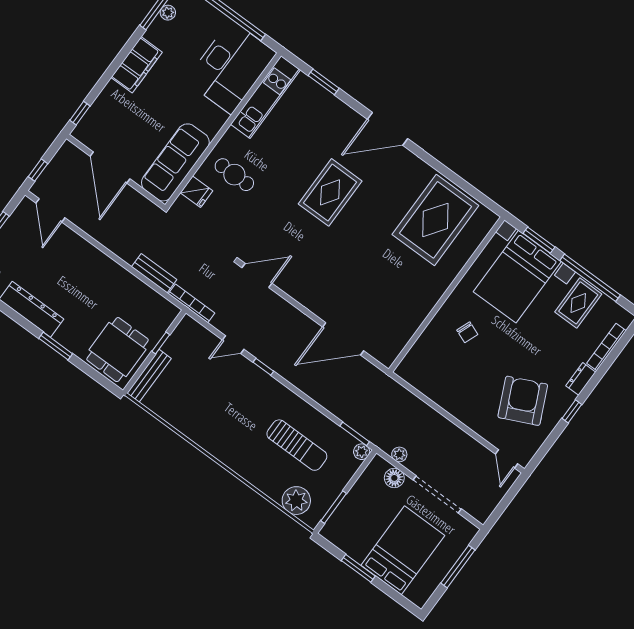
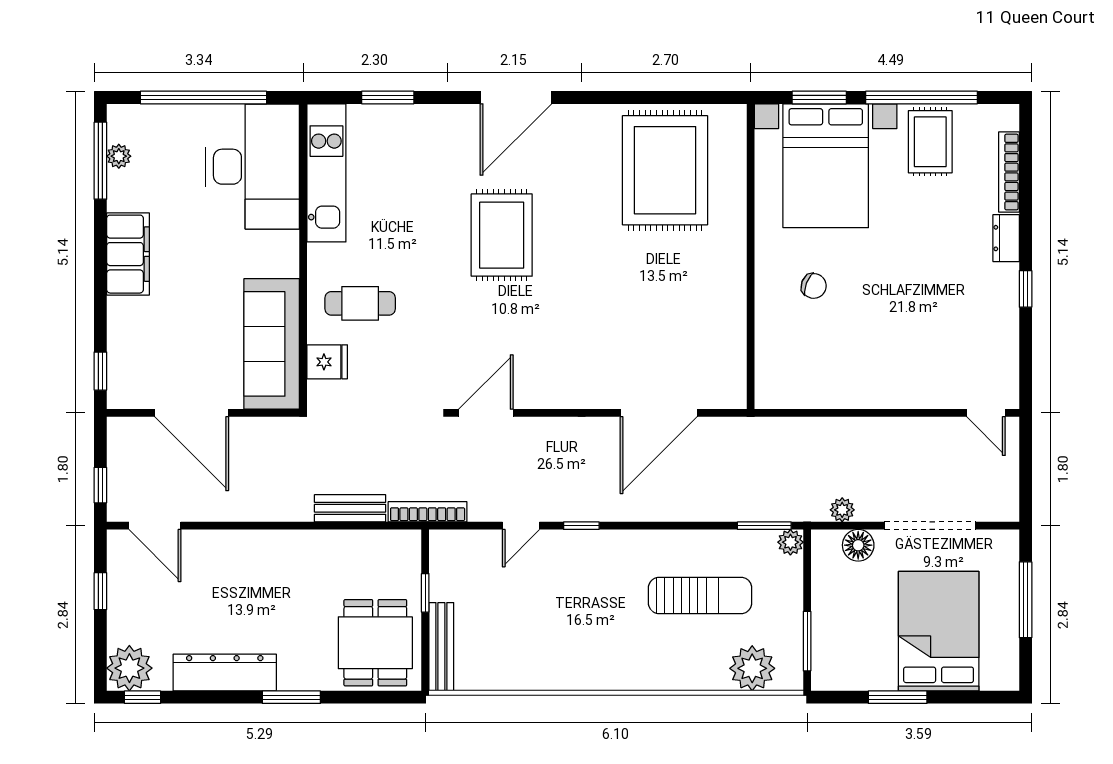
armchair: (523, 401) -> (952, 322), removed

